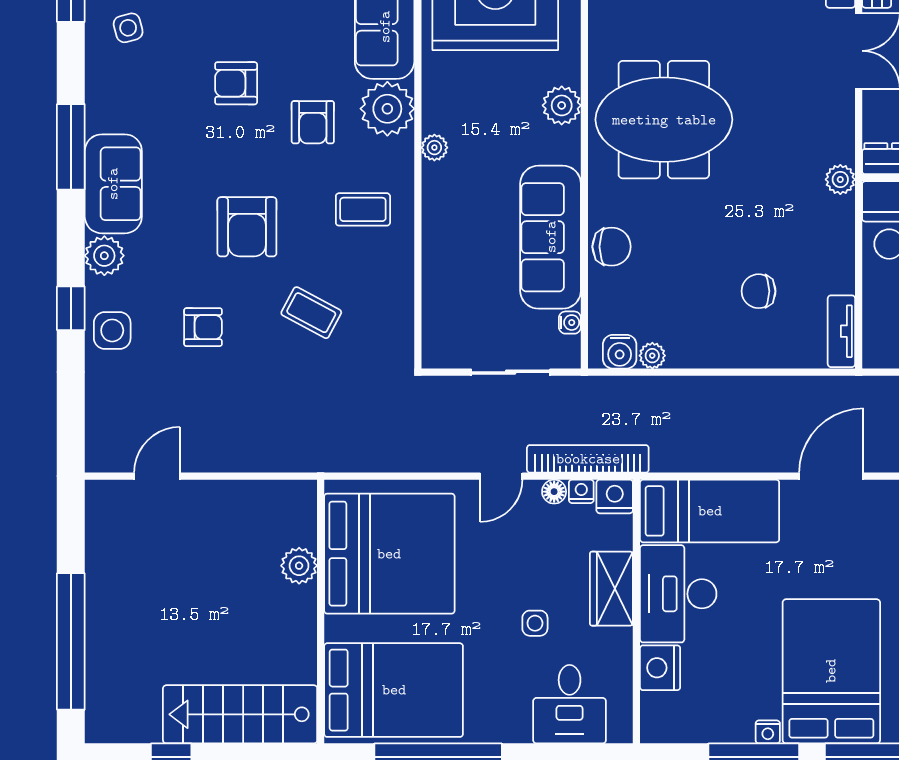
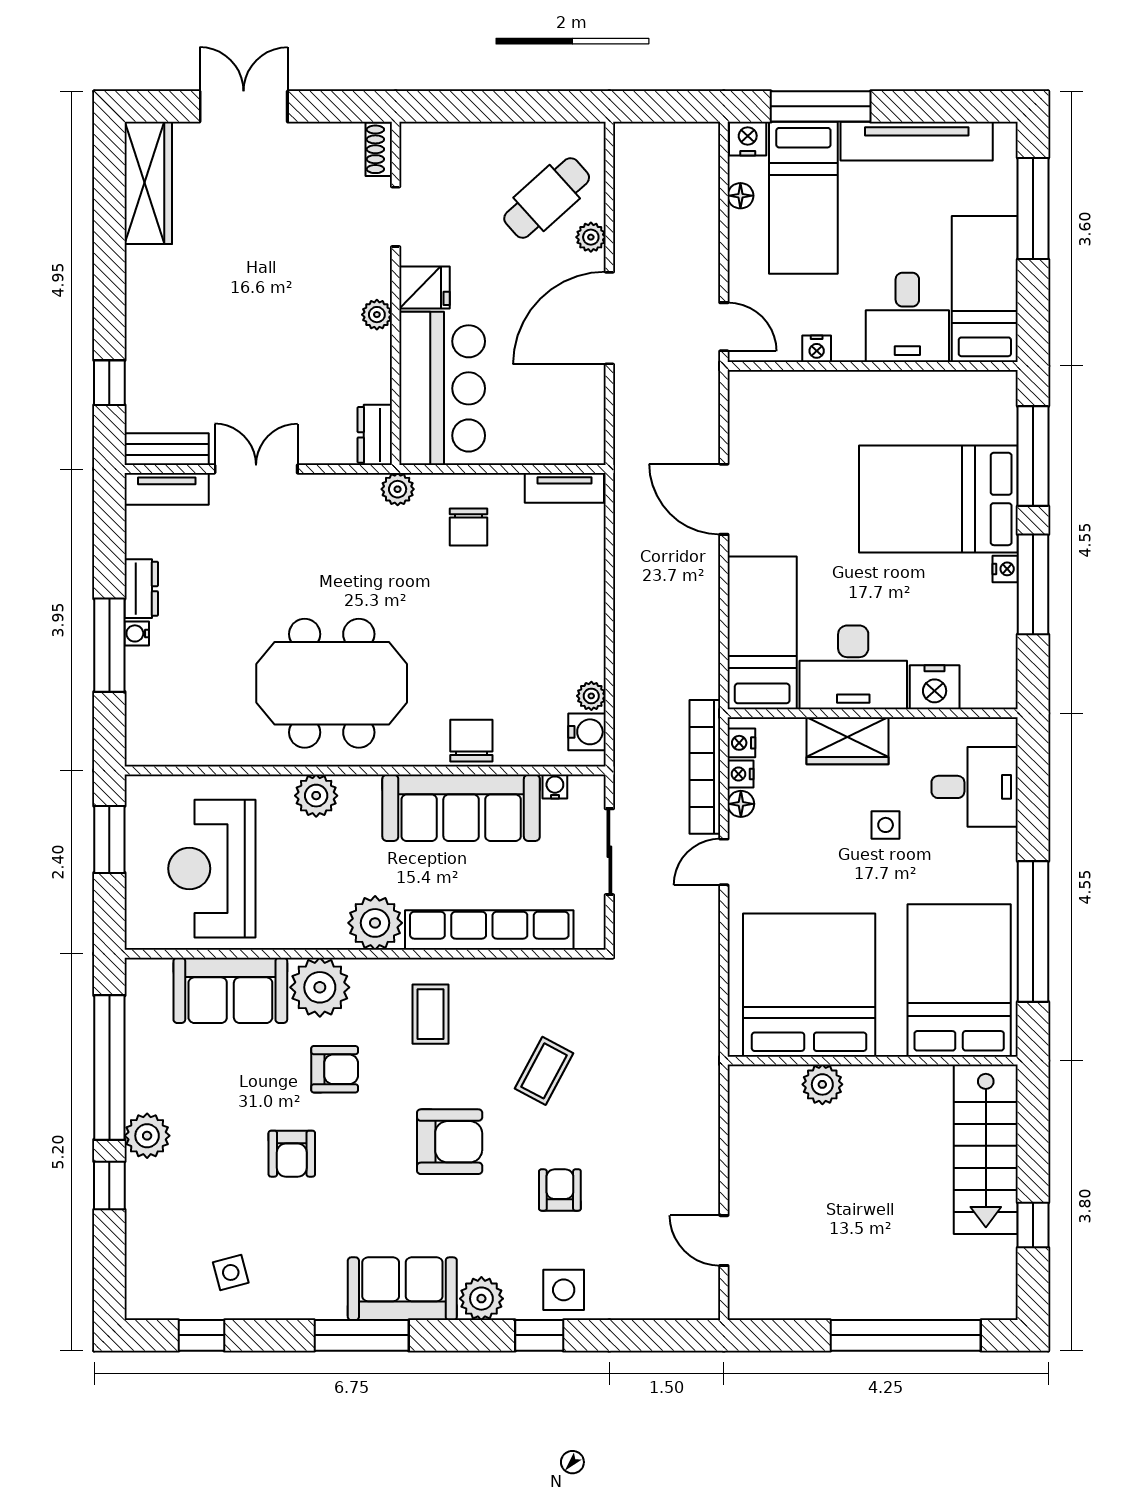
meeting table: (664, 120) -> (332, 683), turned 90
plant: (434, 148) -> (375, 923), width x1.87, depth x1.87
row of seats: (439, 263) -> (489, 930), added
chair: (759, 291) -> (468, 527), moved
door: (501, 476) -> (724, 862), swing flipped
nightstand: (615, 496) -> (741, 743), width x0.72, depth x0.74

